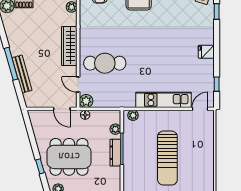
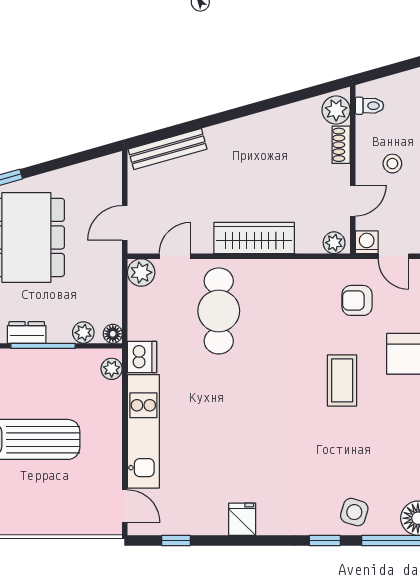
window: (11, 64) -> (218, 119), removed
bench: (22, 74) -> (168, 149), moved
dishwasher: (127, 101) -> (142, 357), added
floor lamp: (85, 115) -> (113, 334), moved
dresser: (115, 153) -> (27, 332), width x0.70

